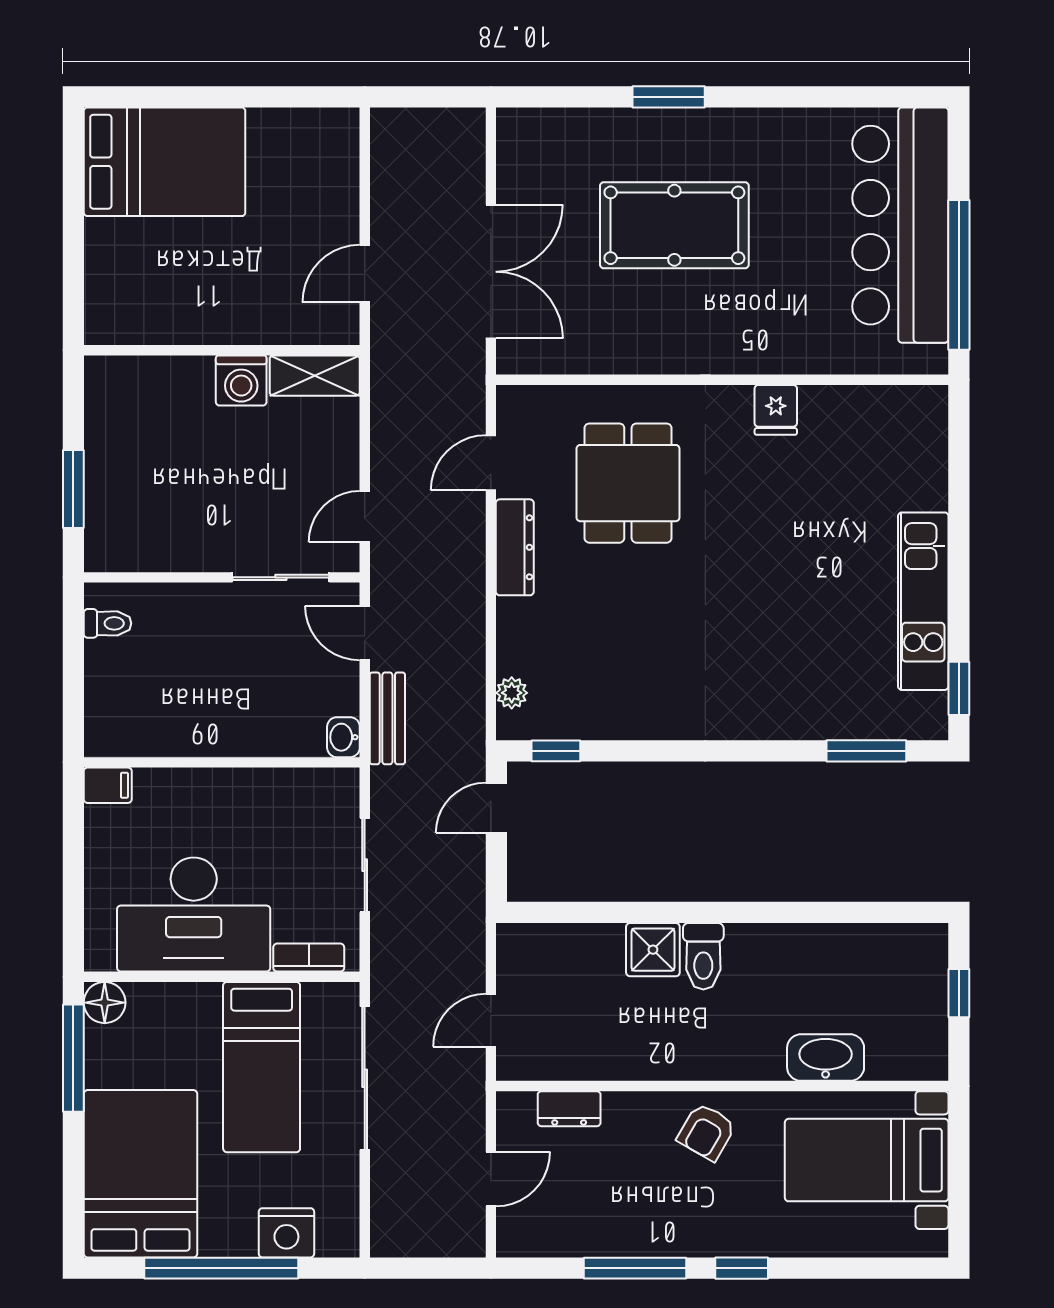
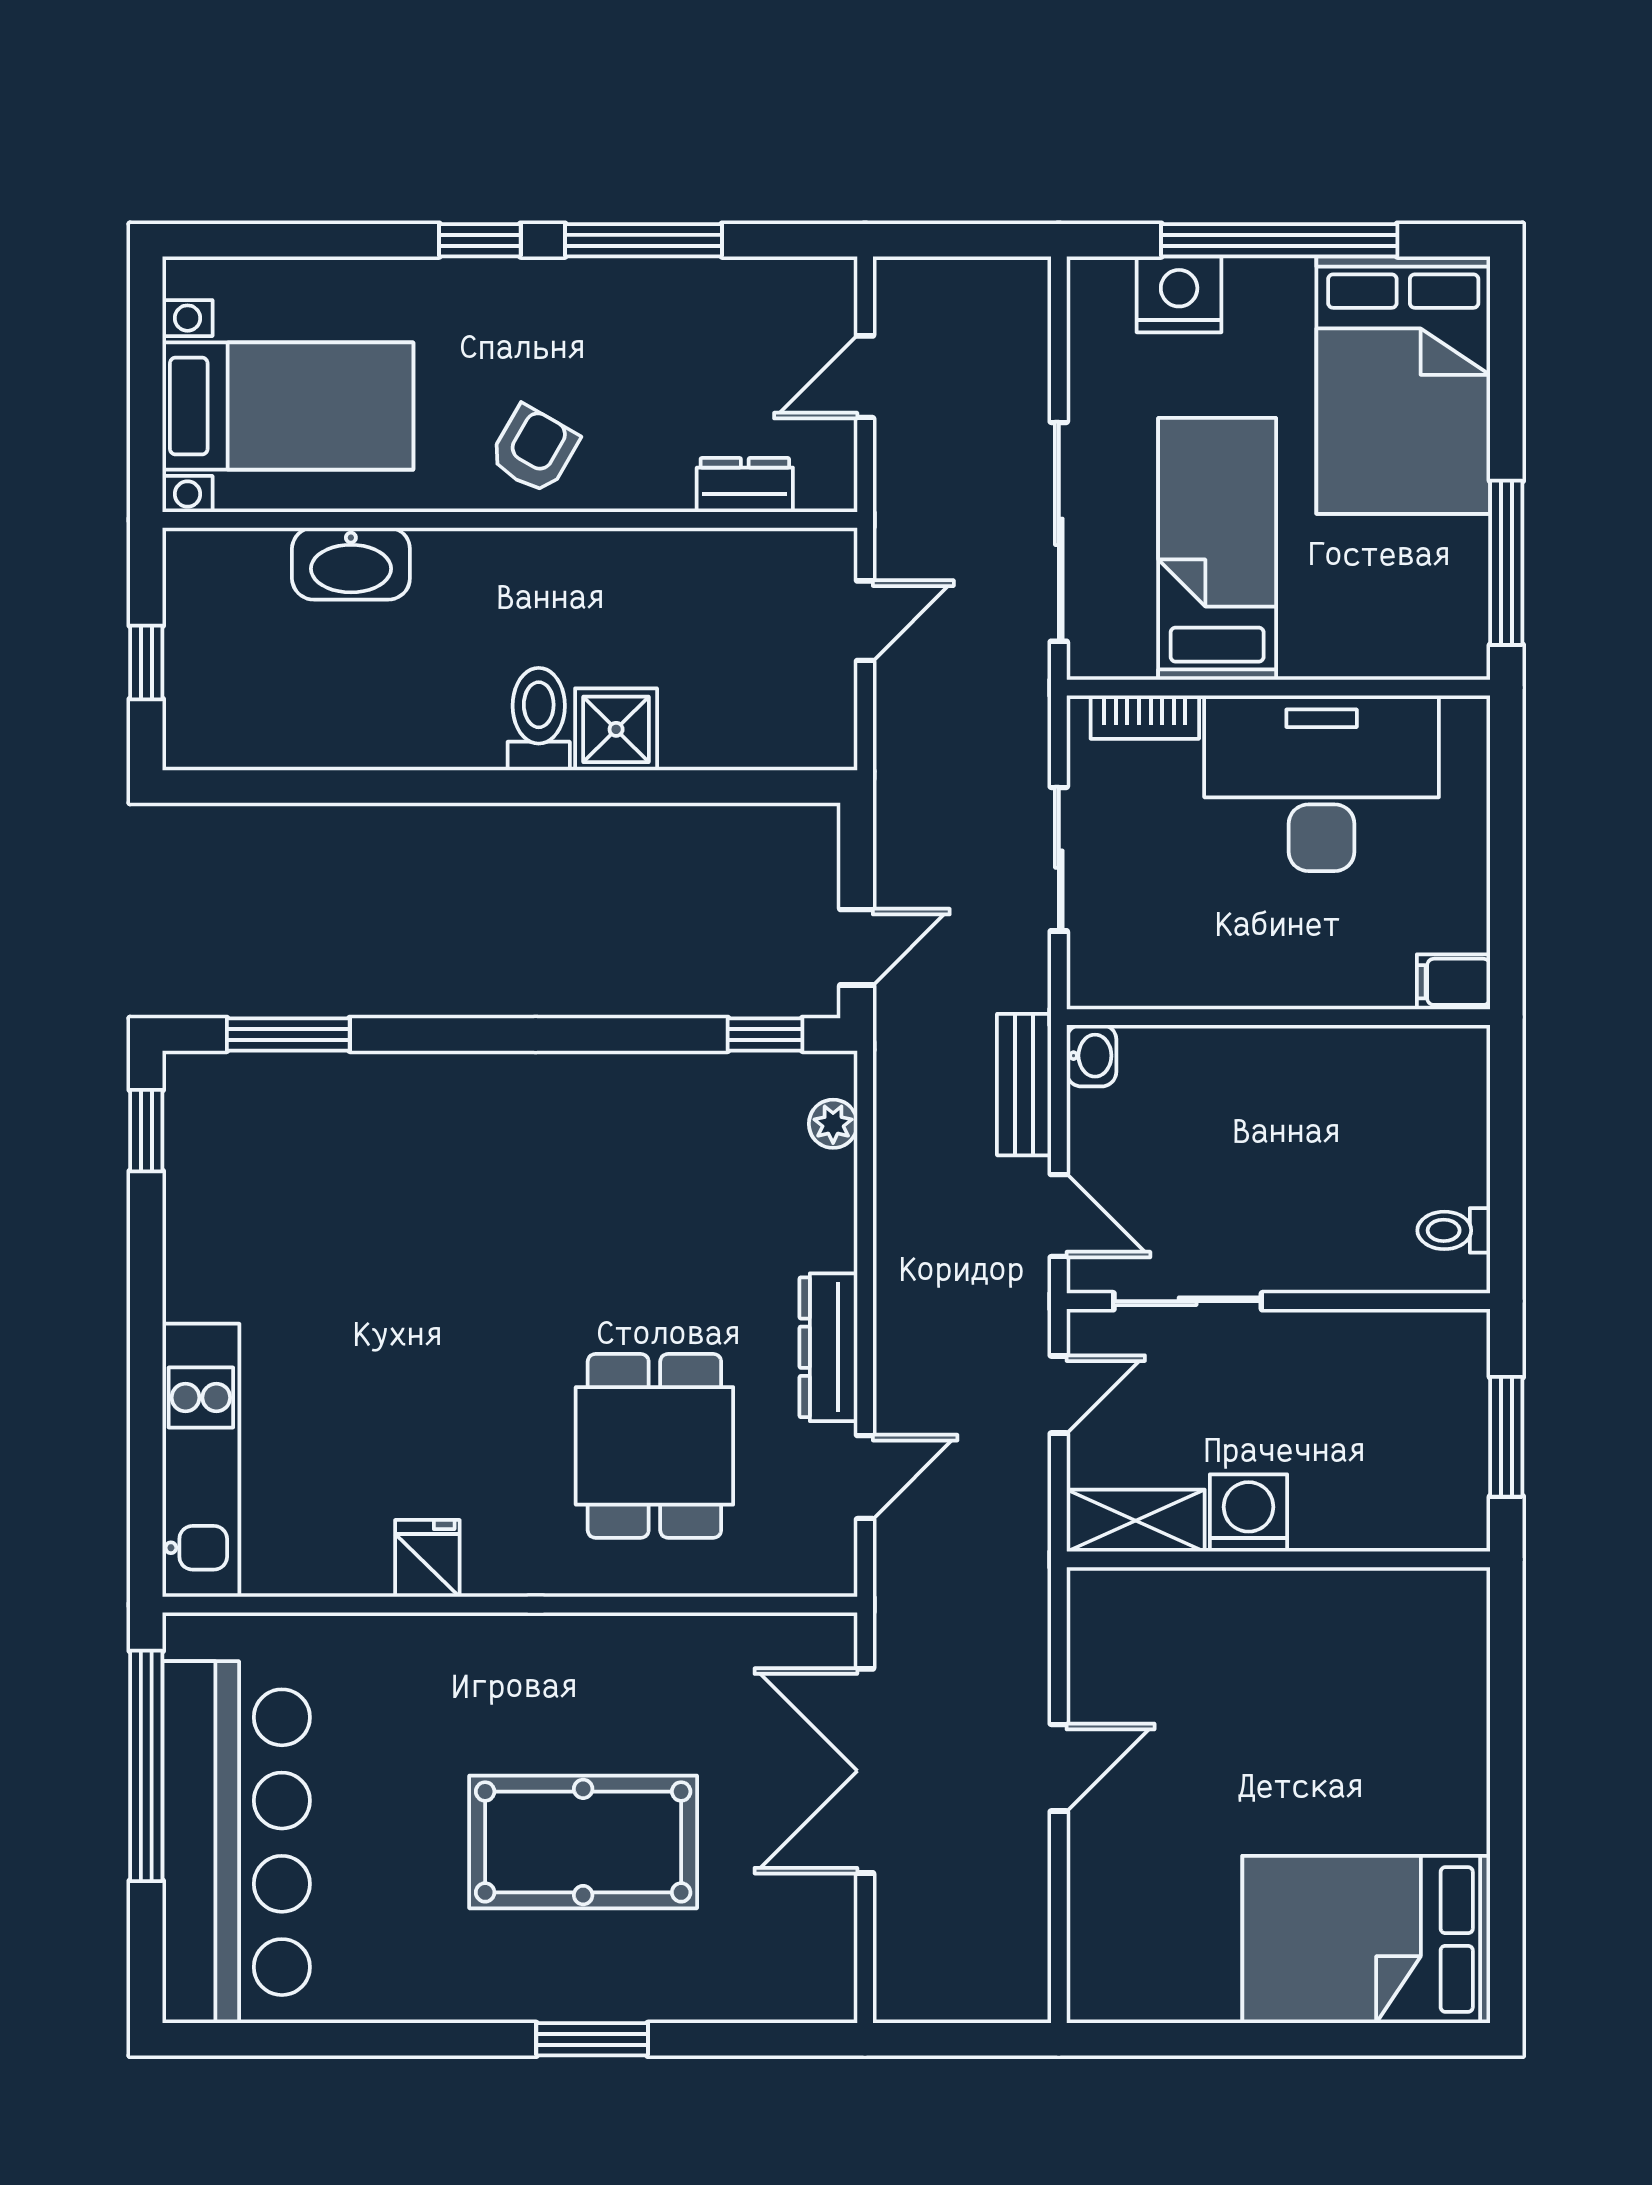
wall: (222, 350) -> (1278, 1559), moved
shelving: (315, 376) -> (1136, 1521), moved
washing machine: (241, 381) -> (1249, 1513), moved
kitchen unit: (923, 601) -> (201, 1460), moved
floor lamp: (105, 1003) -> (1458, 648), removed

